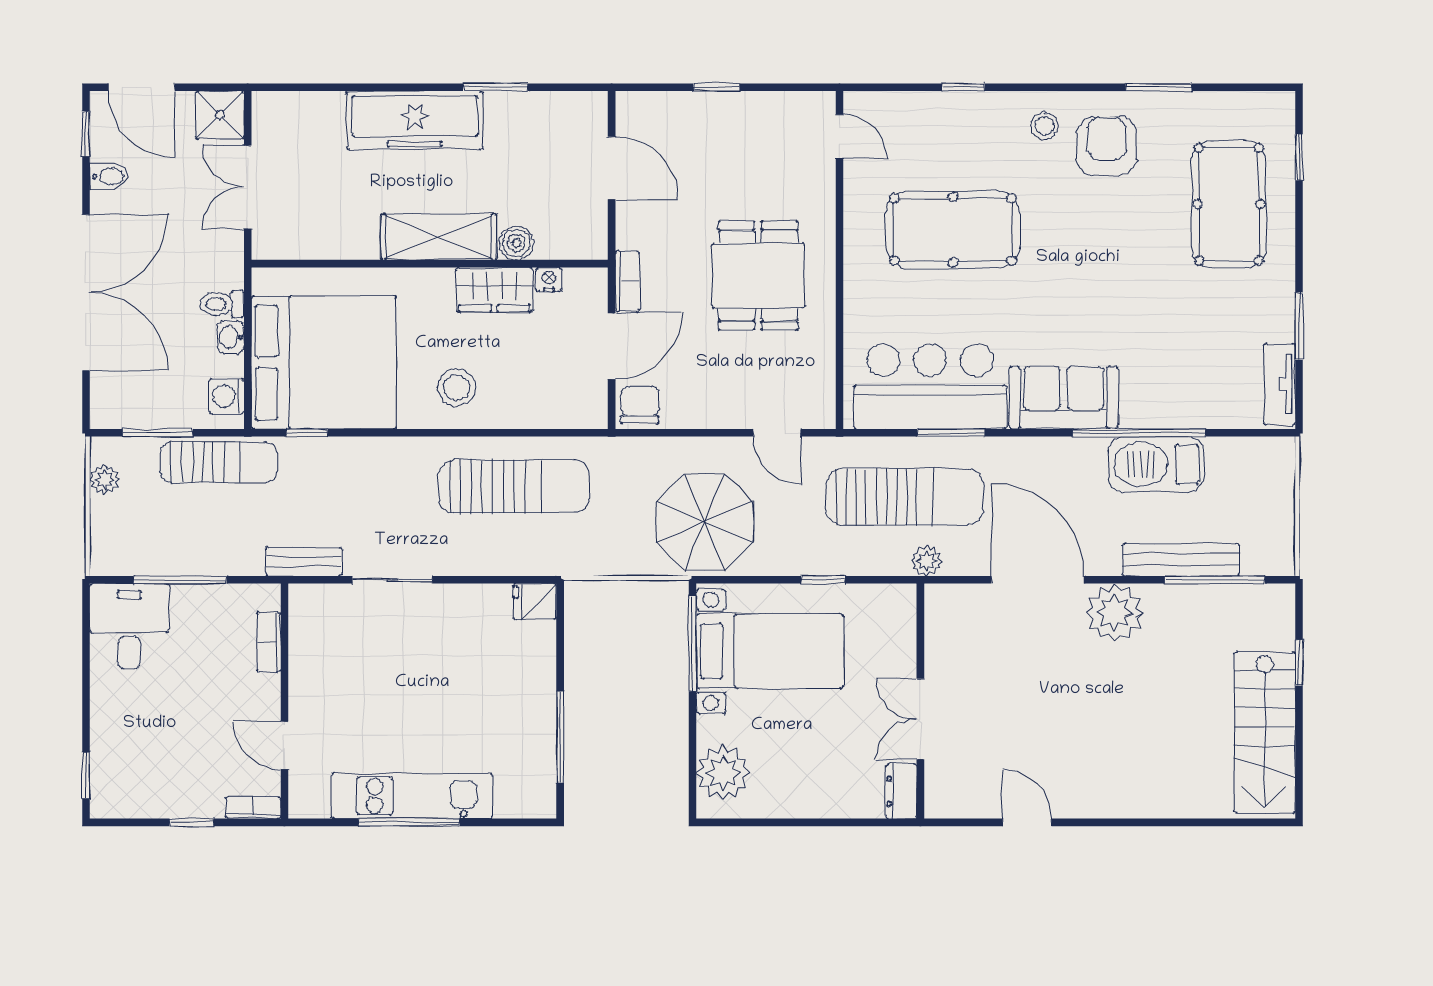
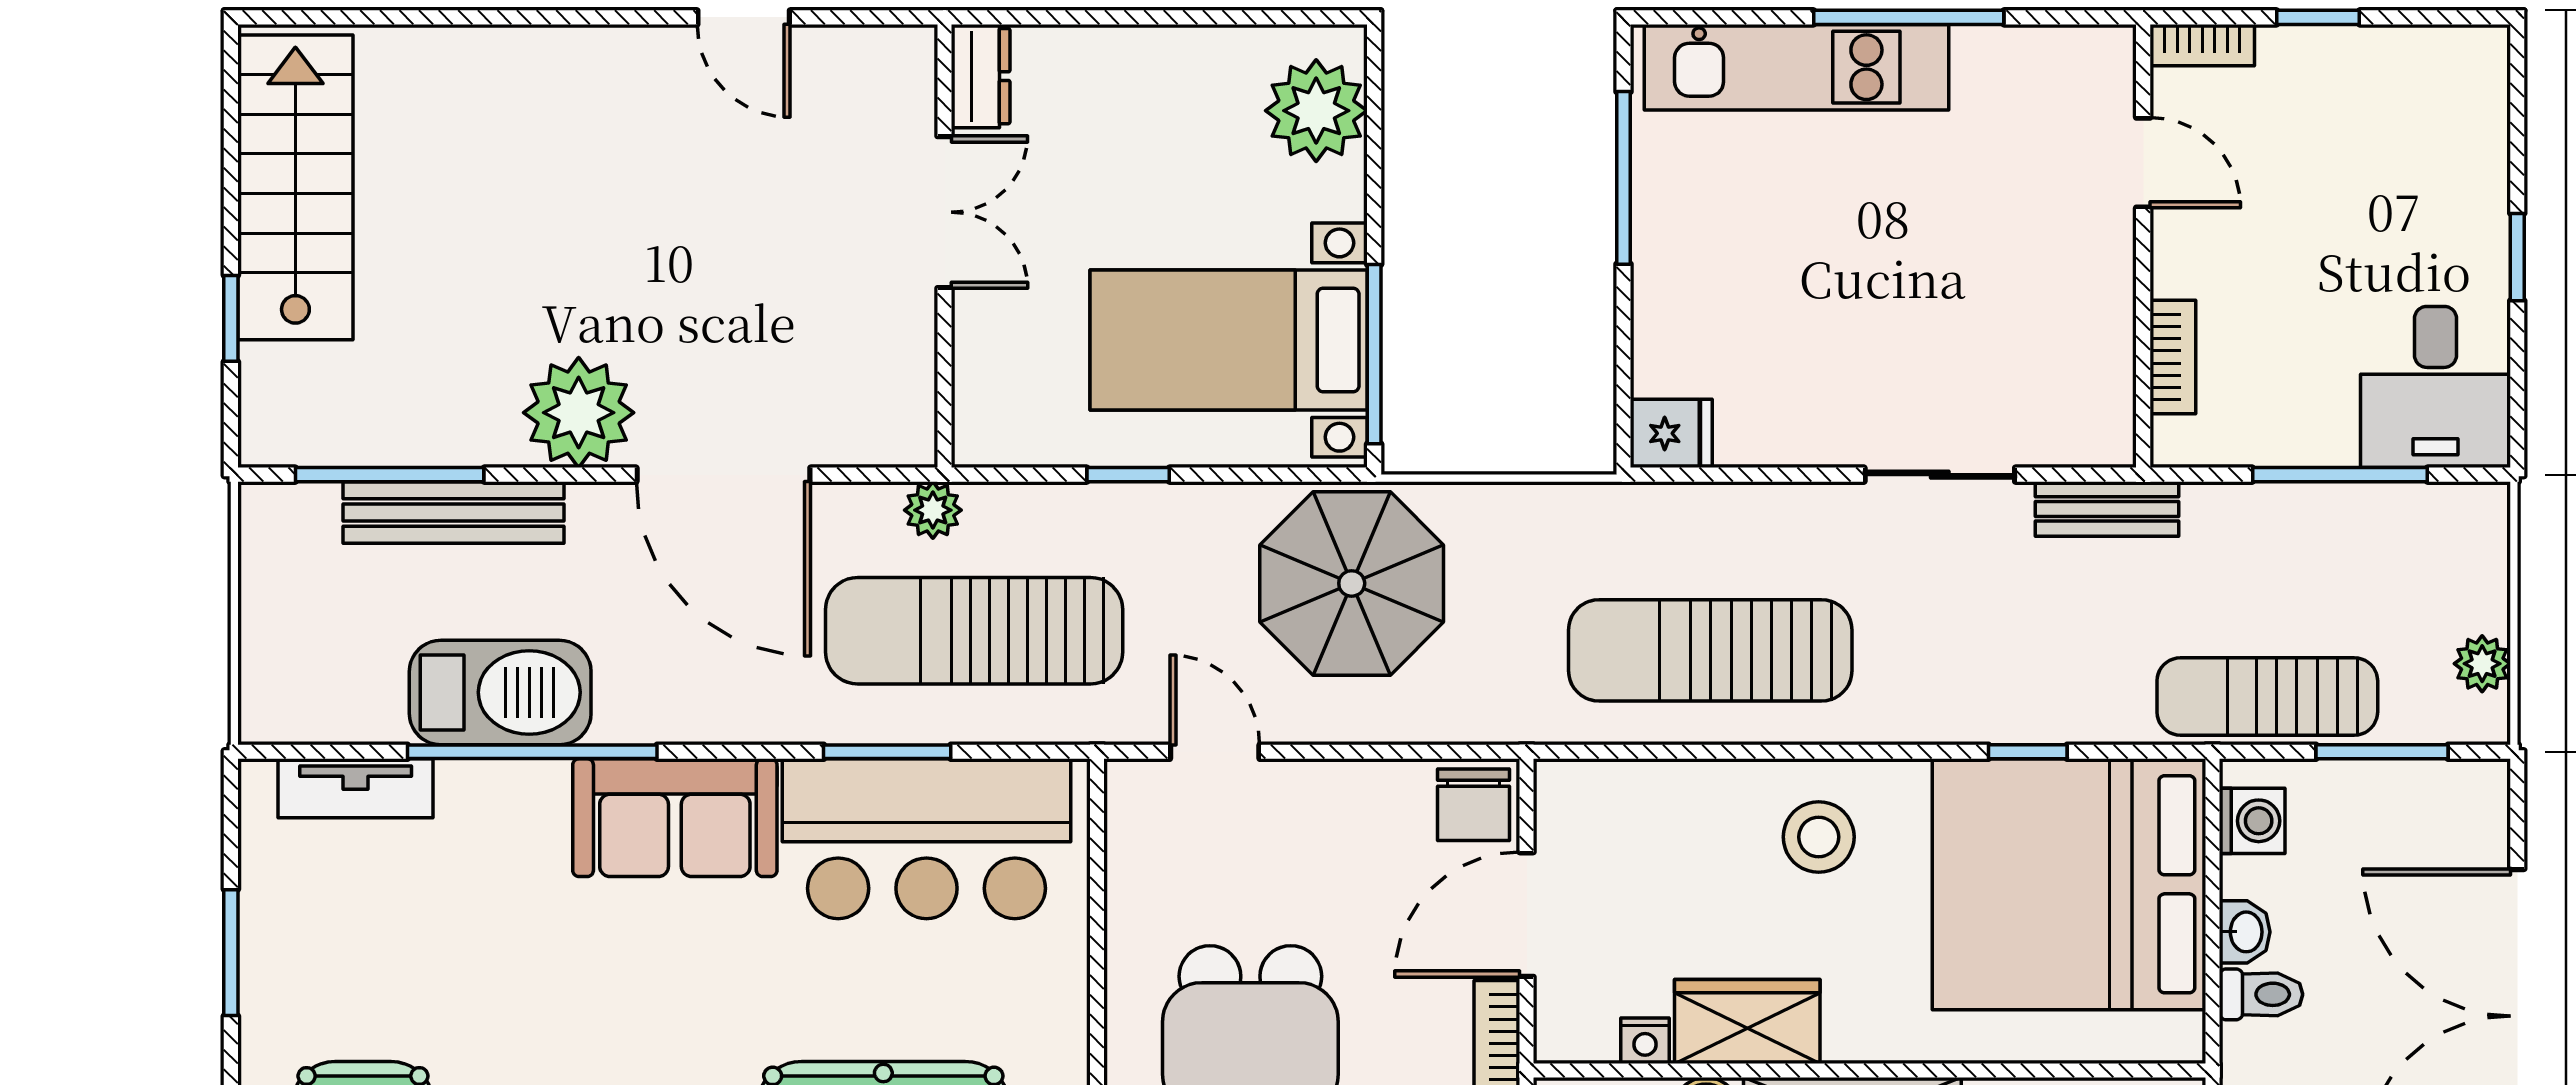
tv unit: (1280, 384) -> (356, 788), moved, turned 90
window: (307, 433) -> (2028, 752), moved
window: (86, 775) -> (2517, 257), moved
kitchen unit: (412, 796) -> (1796, 67), moved

